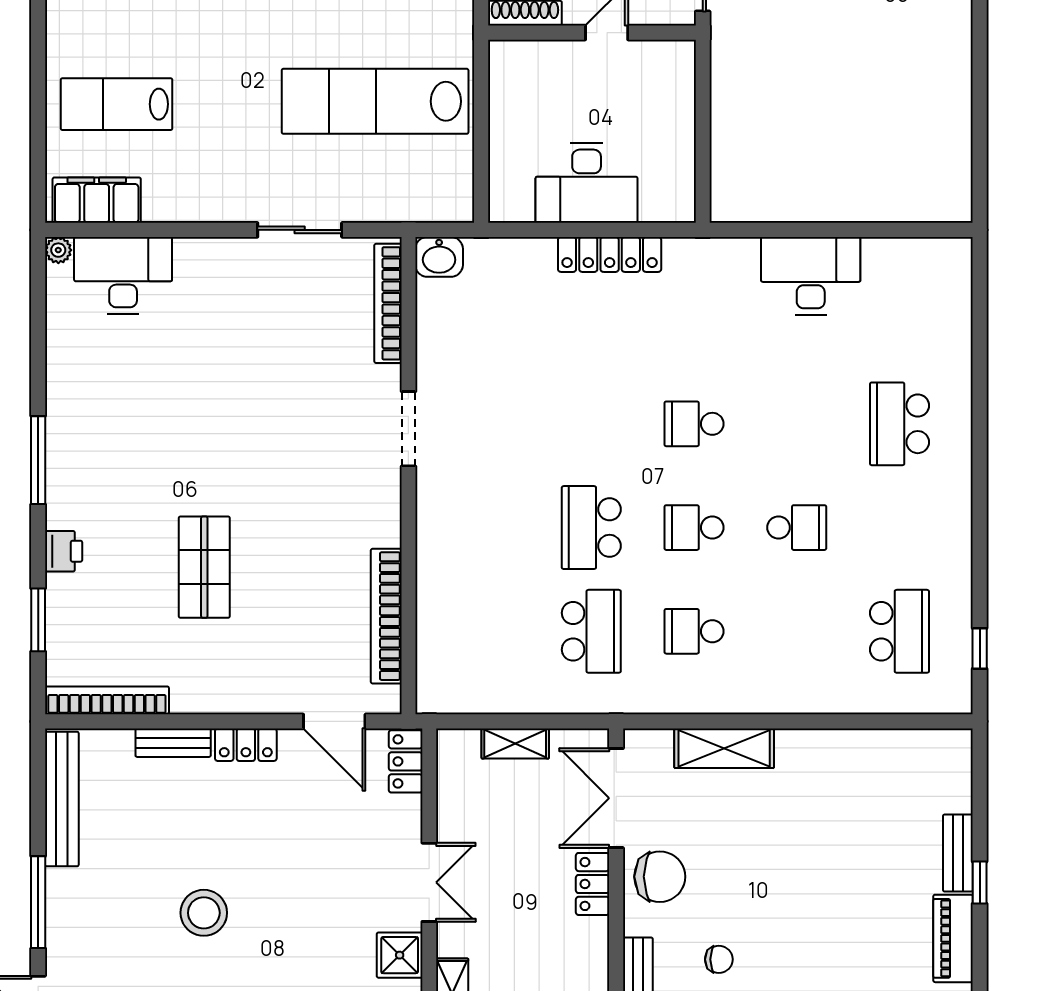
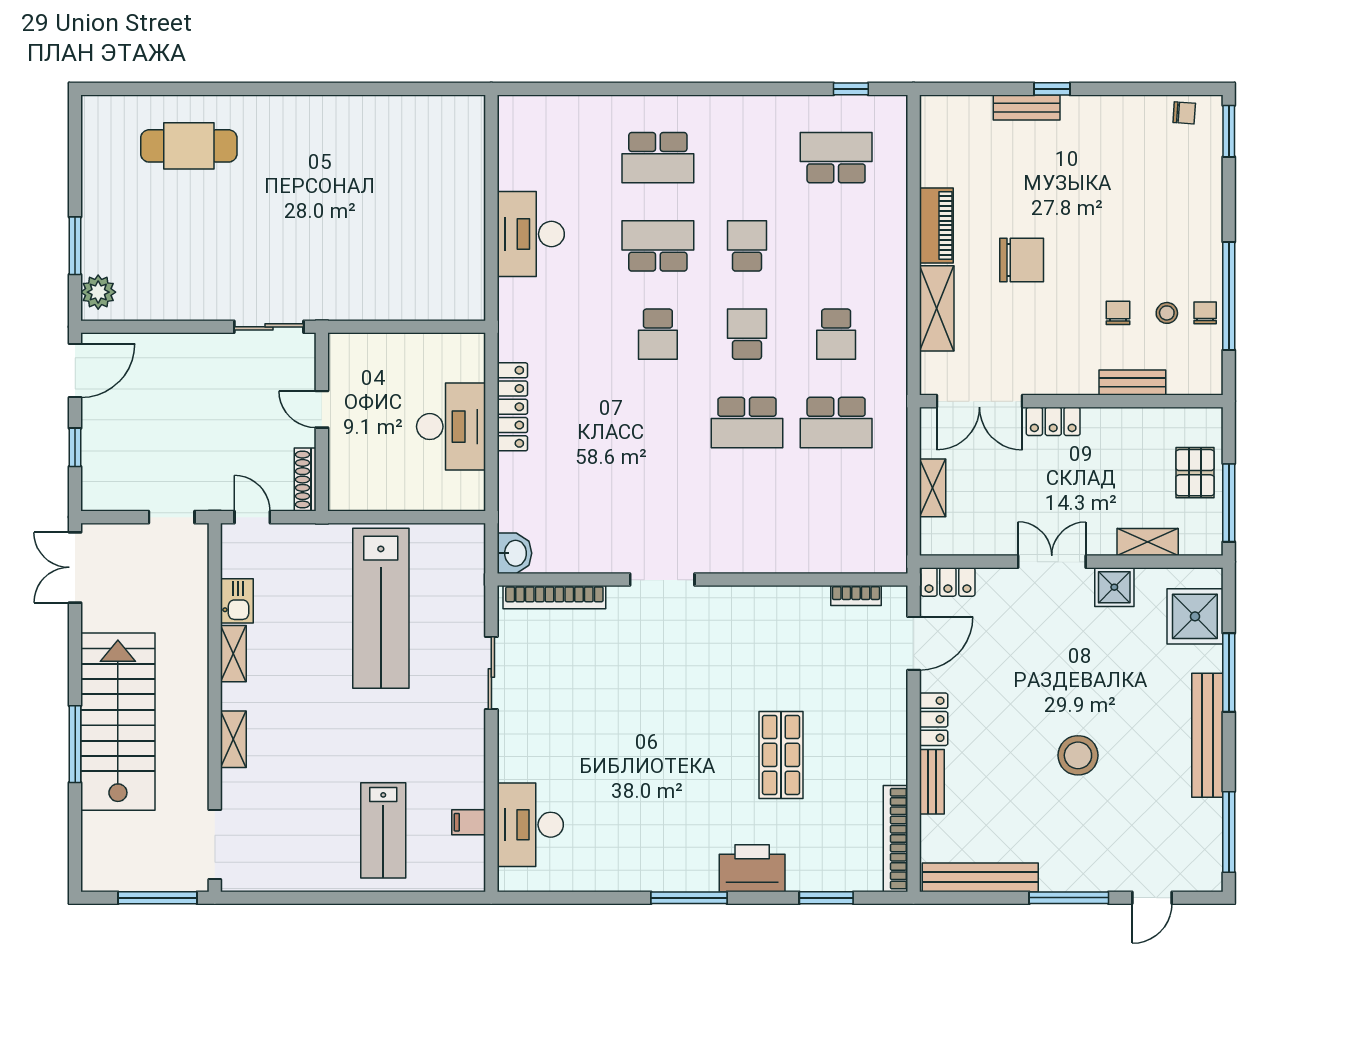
filing cabinet: (97, 200) -> (469, 822), width x0.33, depth x0.86
plant: (58, 250) -> (509, 880), removed
school desk: (797, 424) -> (658, 246), added
school desk: (694, 528) -> (747, 334), turned 180
printer: (64, 551) -> (752, 868), width x1.87, depth x1.48
shop shelf: (204, 567) -> (781, 755), turned 90
bookcase: (386, 616) -> (856, 596), width x0.43, depth x0.76
school desk: (591, 631) -> (836, 422), turned 180
chair: (660, 877) -> (1022, 260), moved, turned 90
piano: (953, 938) -> (936, 225), moved, turned -90

